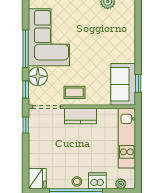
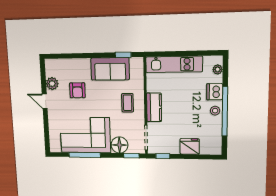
armchair: (100, 31) -> (77, 90), added
window: (26, 49) -> (85, 155), moved
sofa: (123, 84) -> (110, 69), moved
coffee table: (74, 92) -> (128, 103), moved
fridge: (37, 179) -> (190, 146), moved

